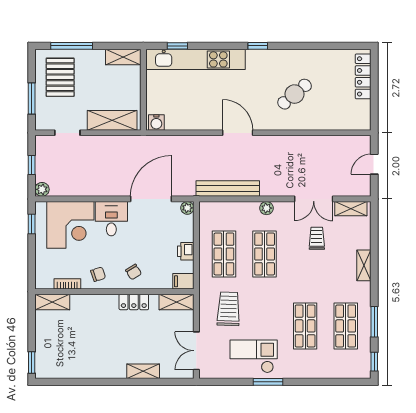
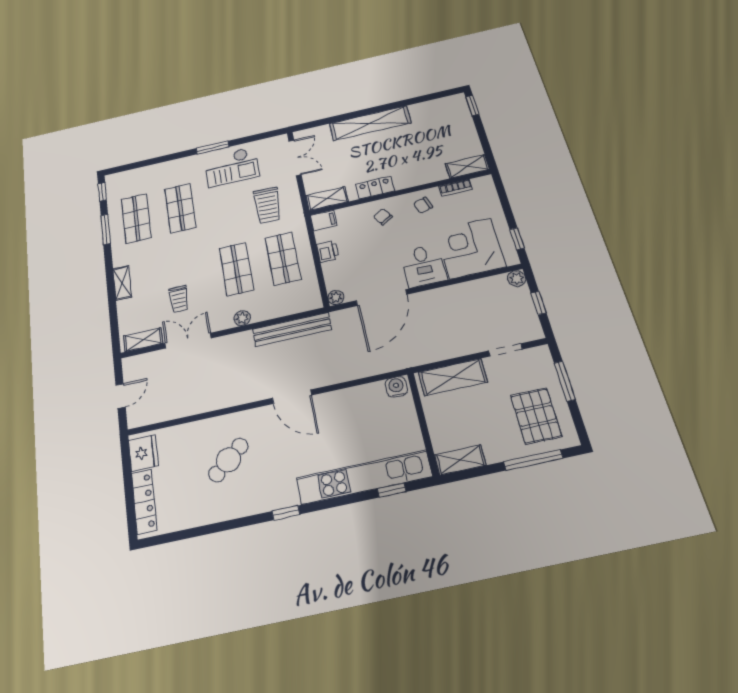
fridge: (360, 114) -> (143, 453), added
shelving: (143, 371) -> (370, 123), width x2.20, depth x1.33

